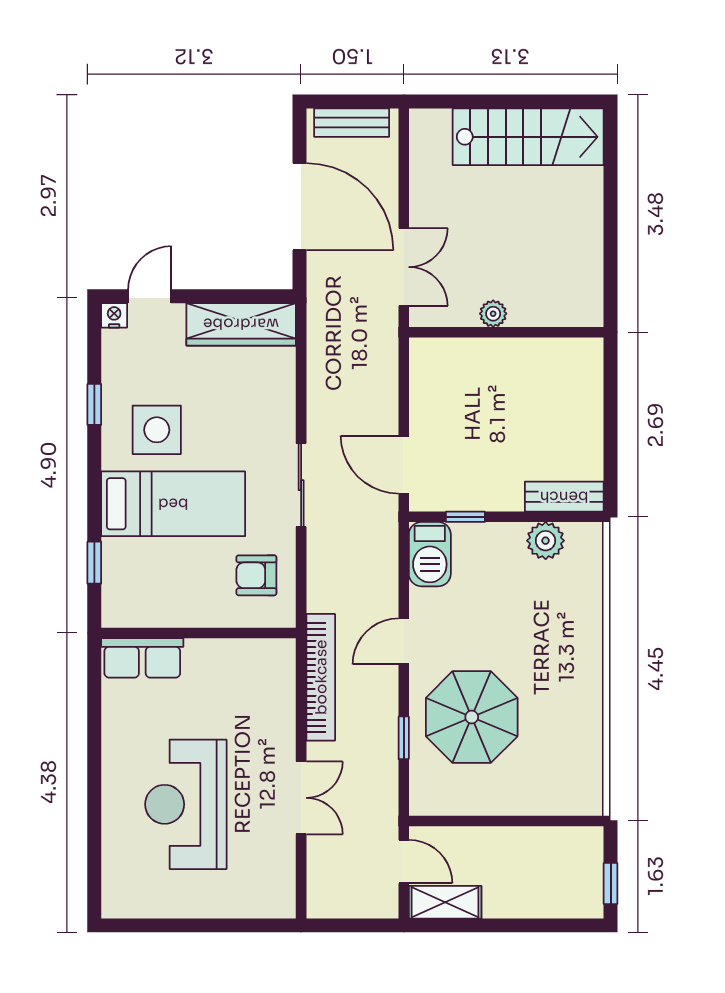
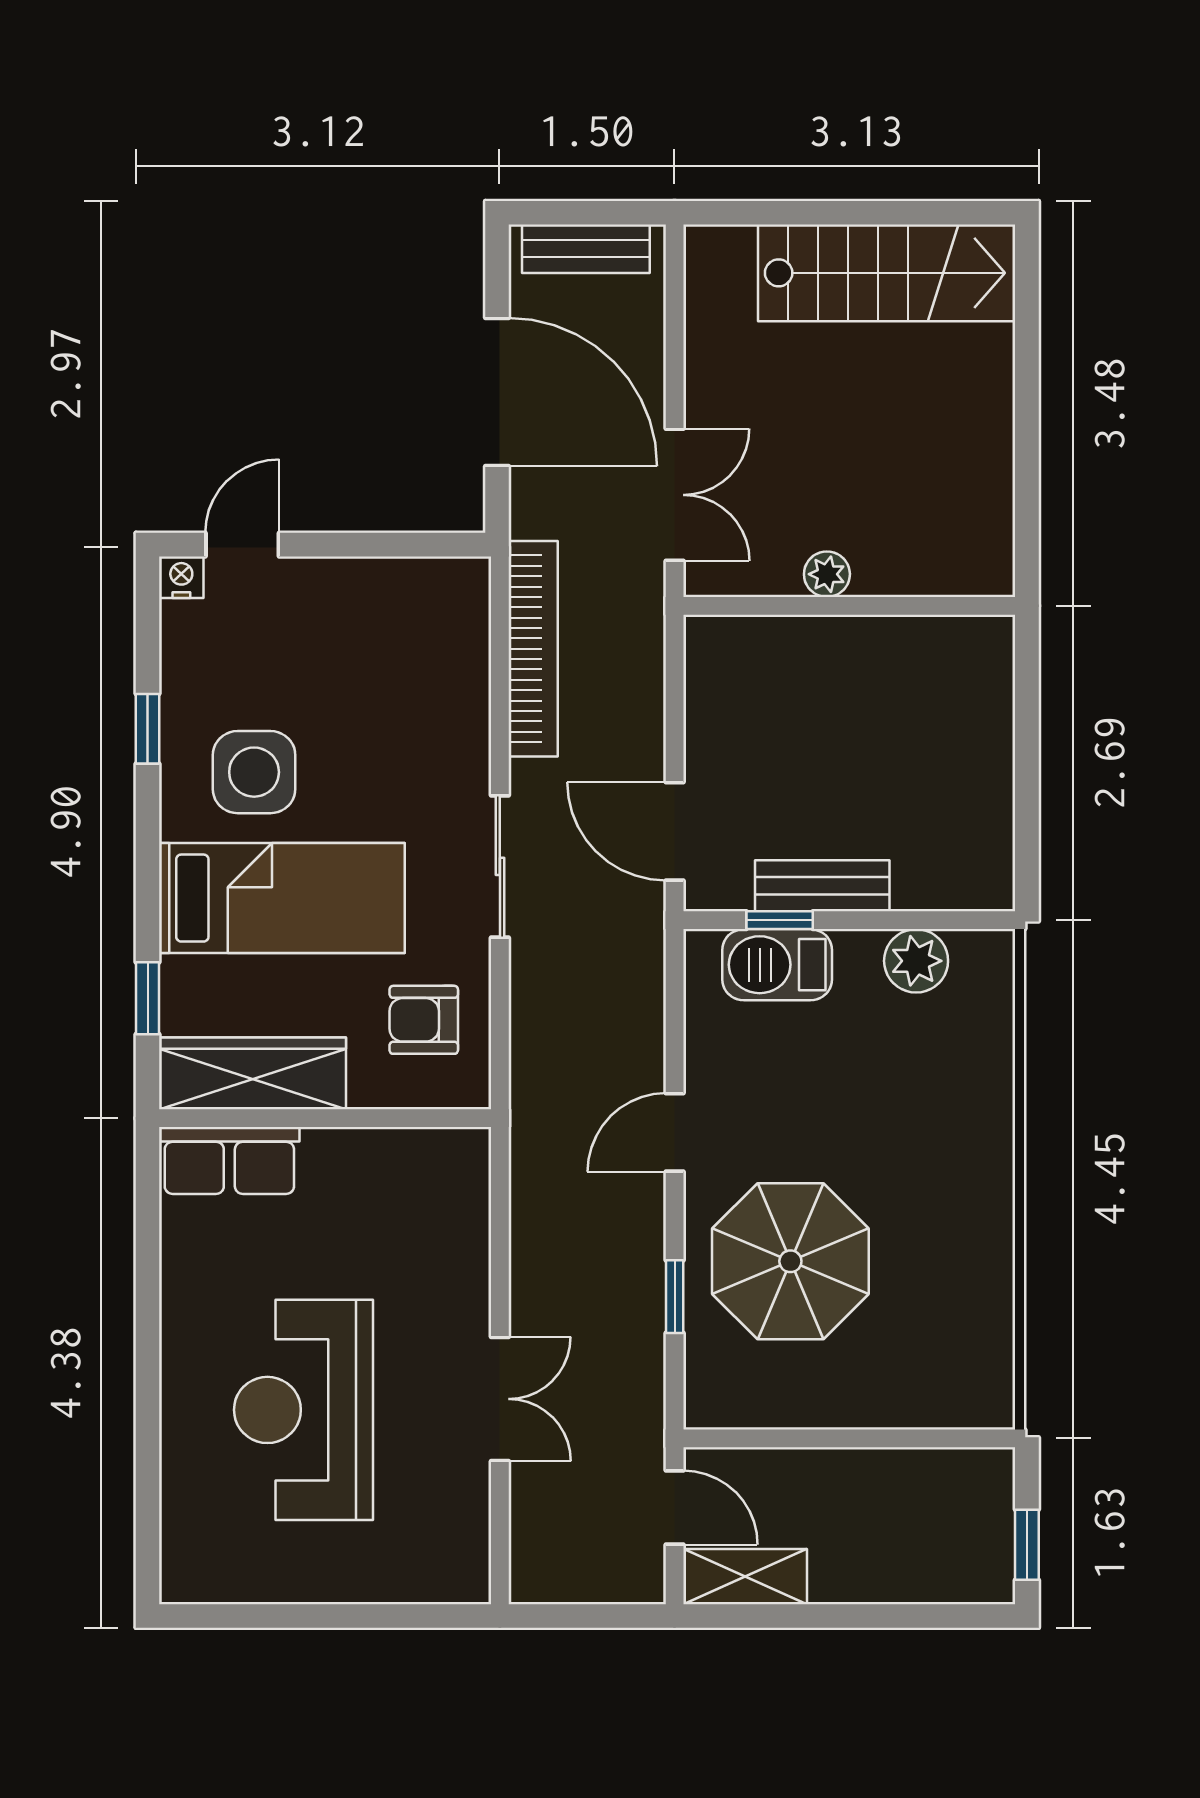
wardrobe: (241, 324) -> (253, 1073), moved, turned 180
bench: (564, 497) -> (822, 886), moved
barbecue: (430, 554) -> (777, 965), moved, turned 90
bookcase: (321, 677) -> (533, 649), moved

